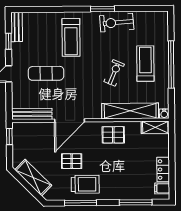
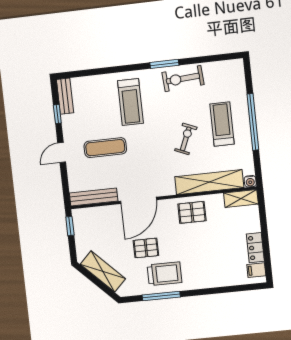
window: (136, 202) -> (226, 289), removed

